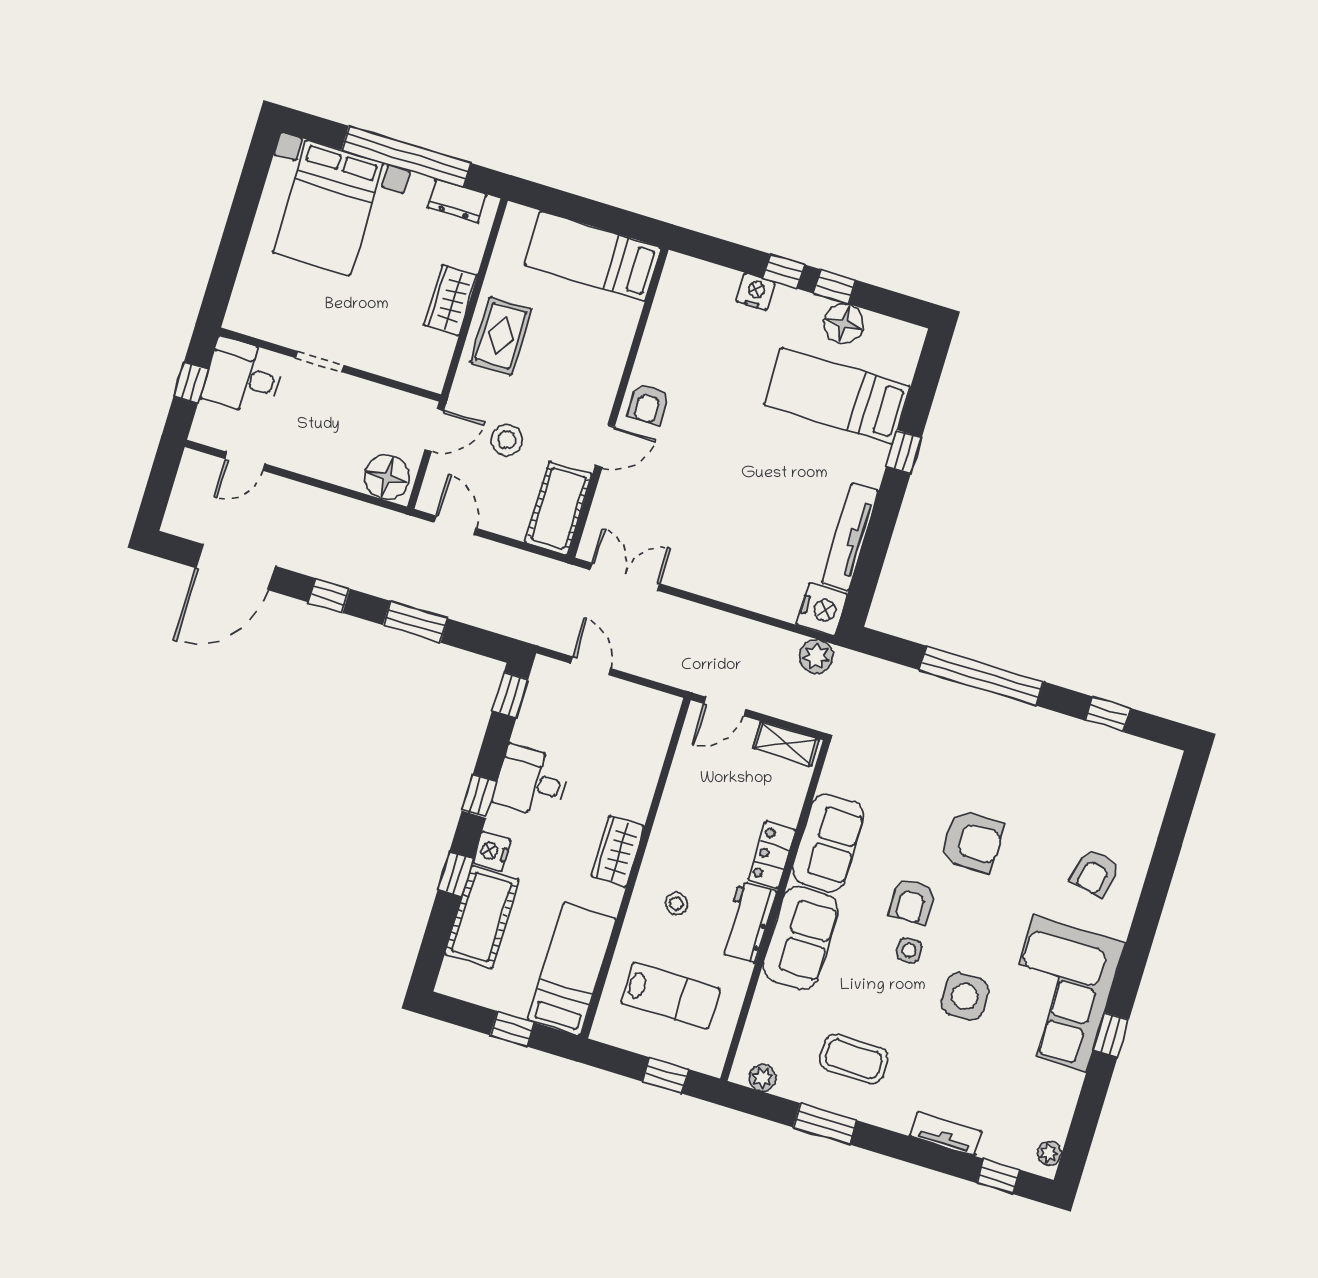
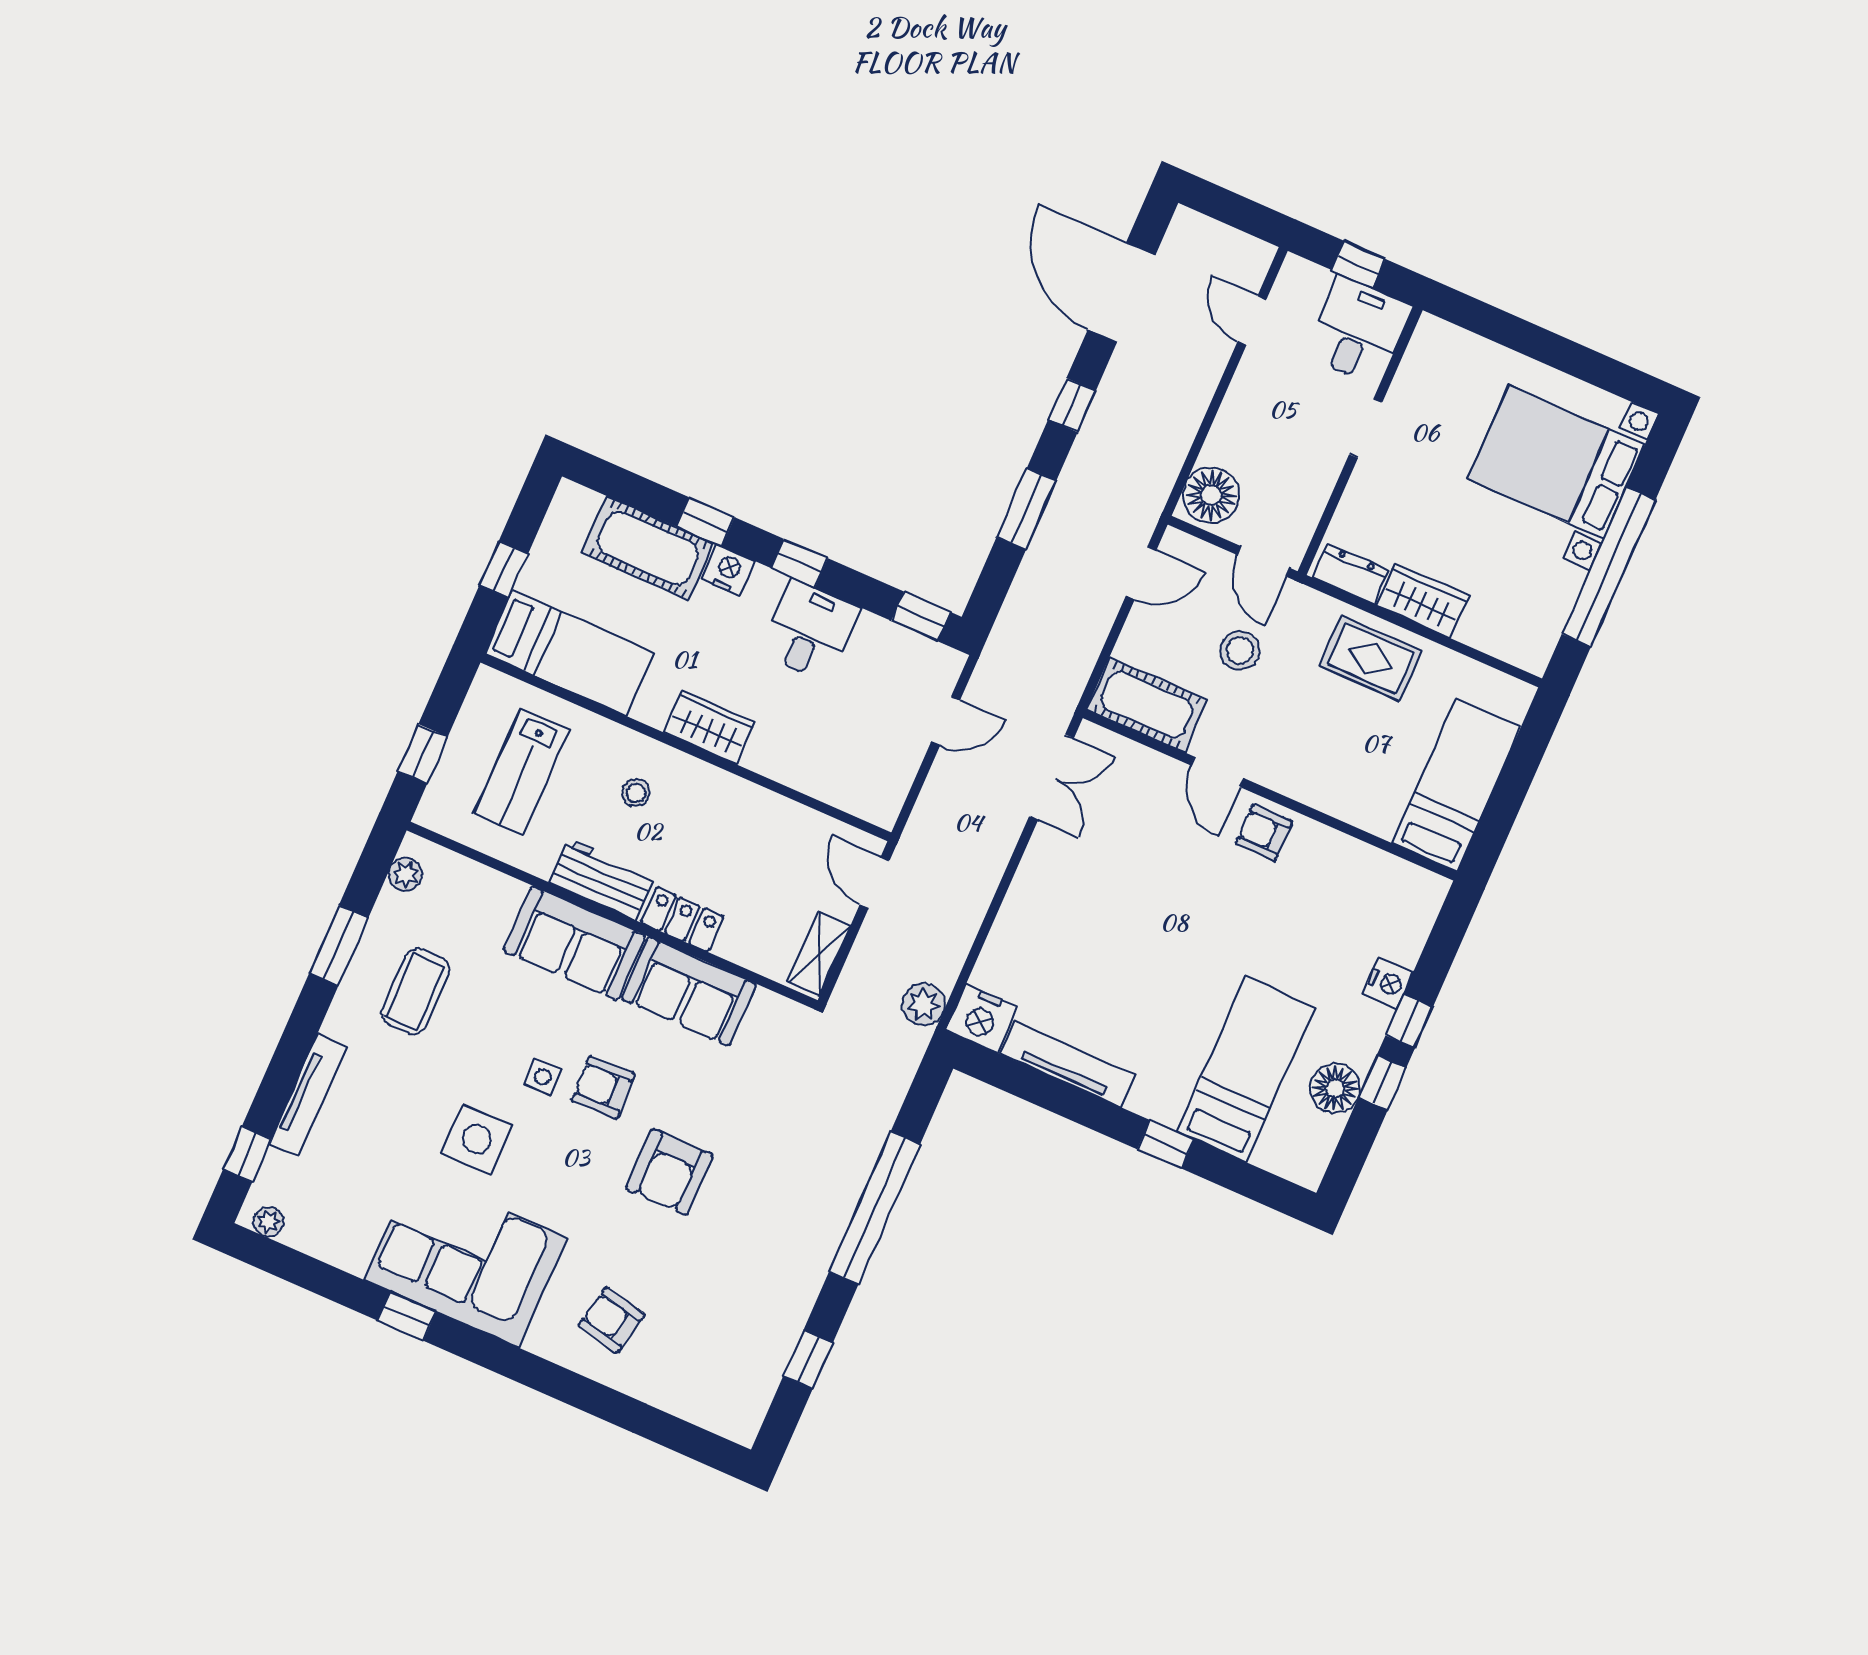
dresser: (457, 201) -> (1351, 574), moved, turned 90
tv unit: (946, 1134) -> (308, 1095), width x1.41

